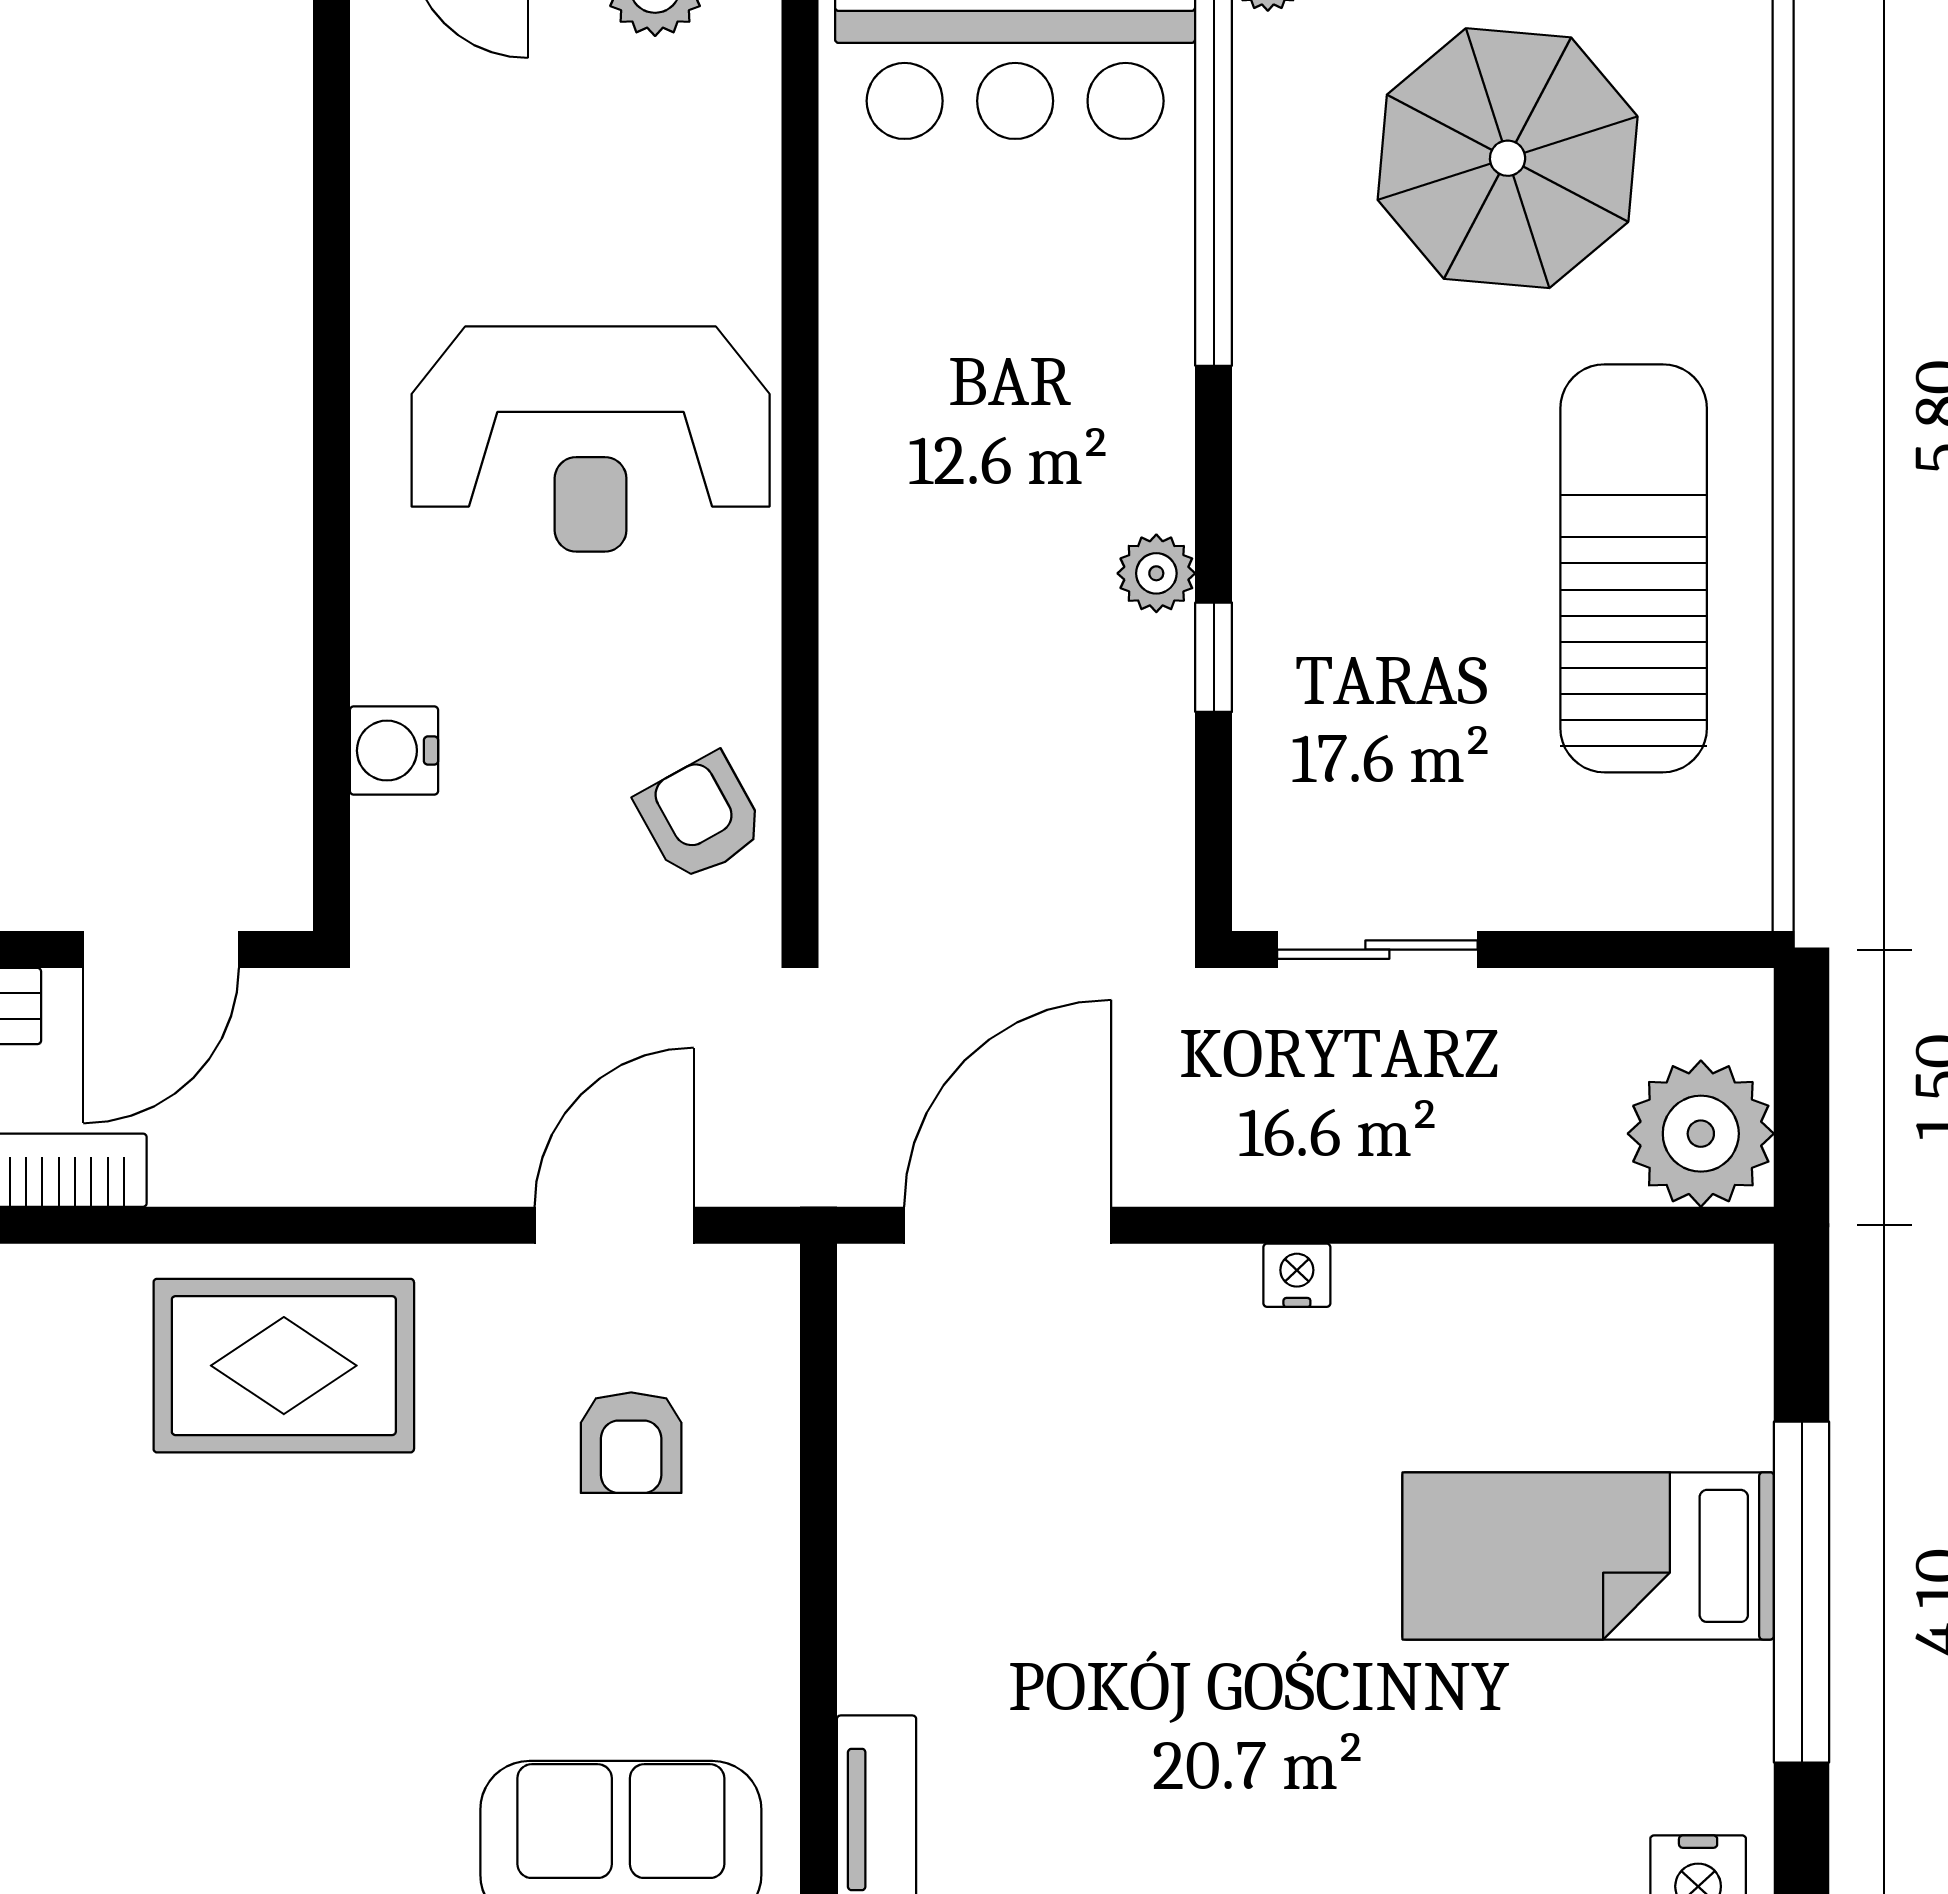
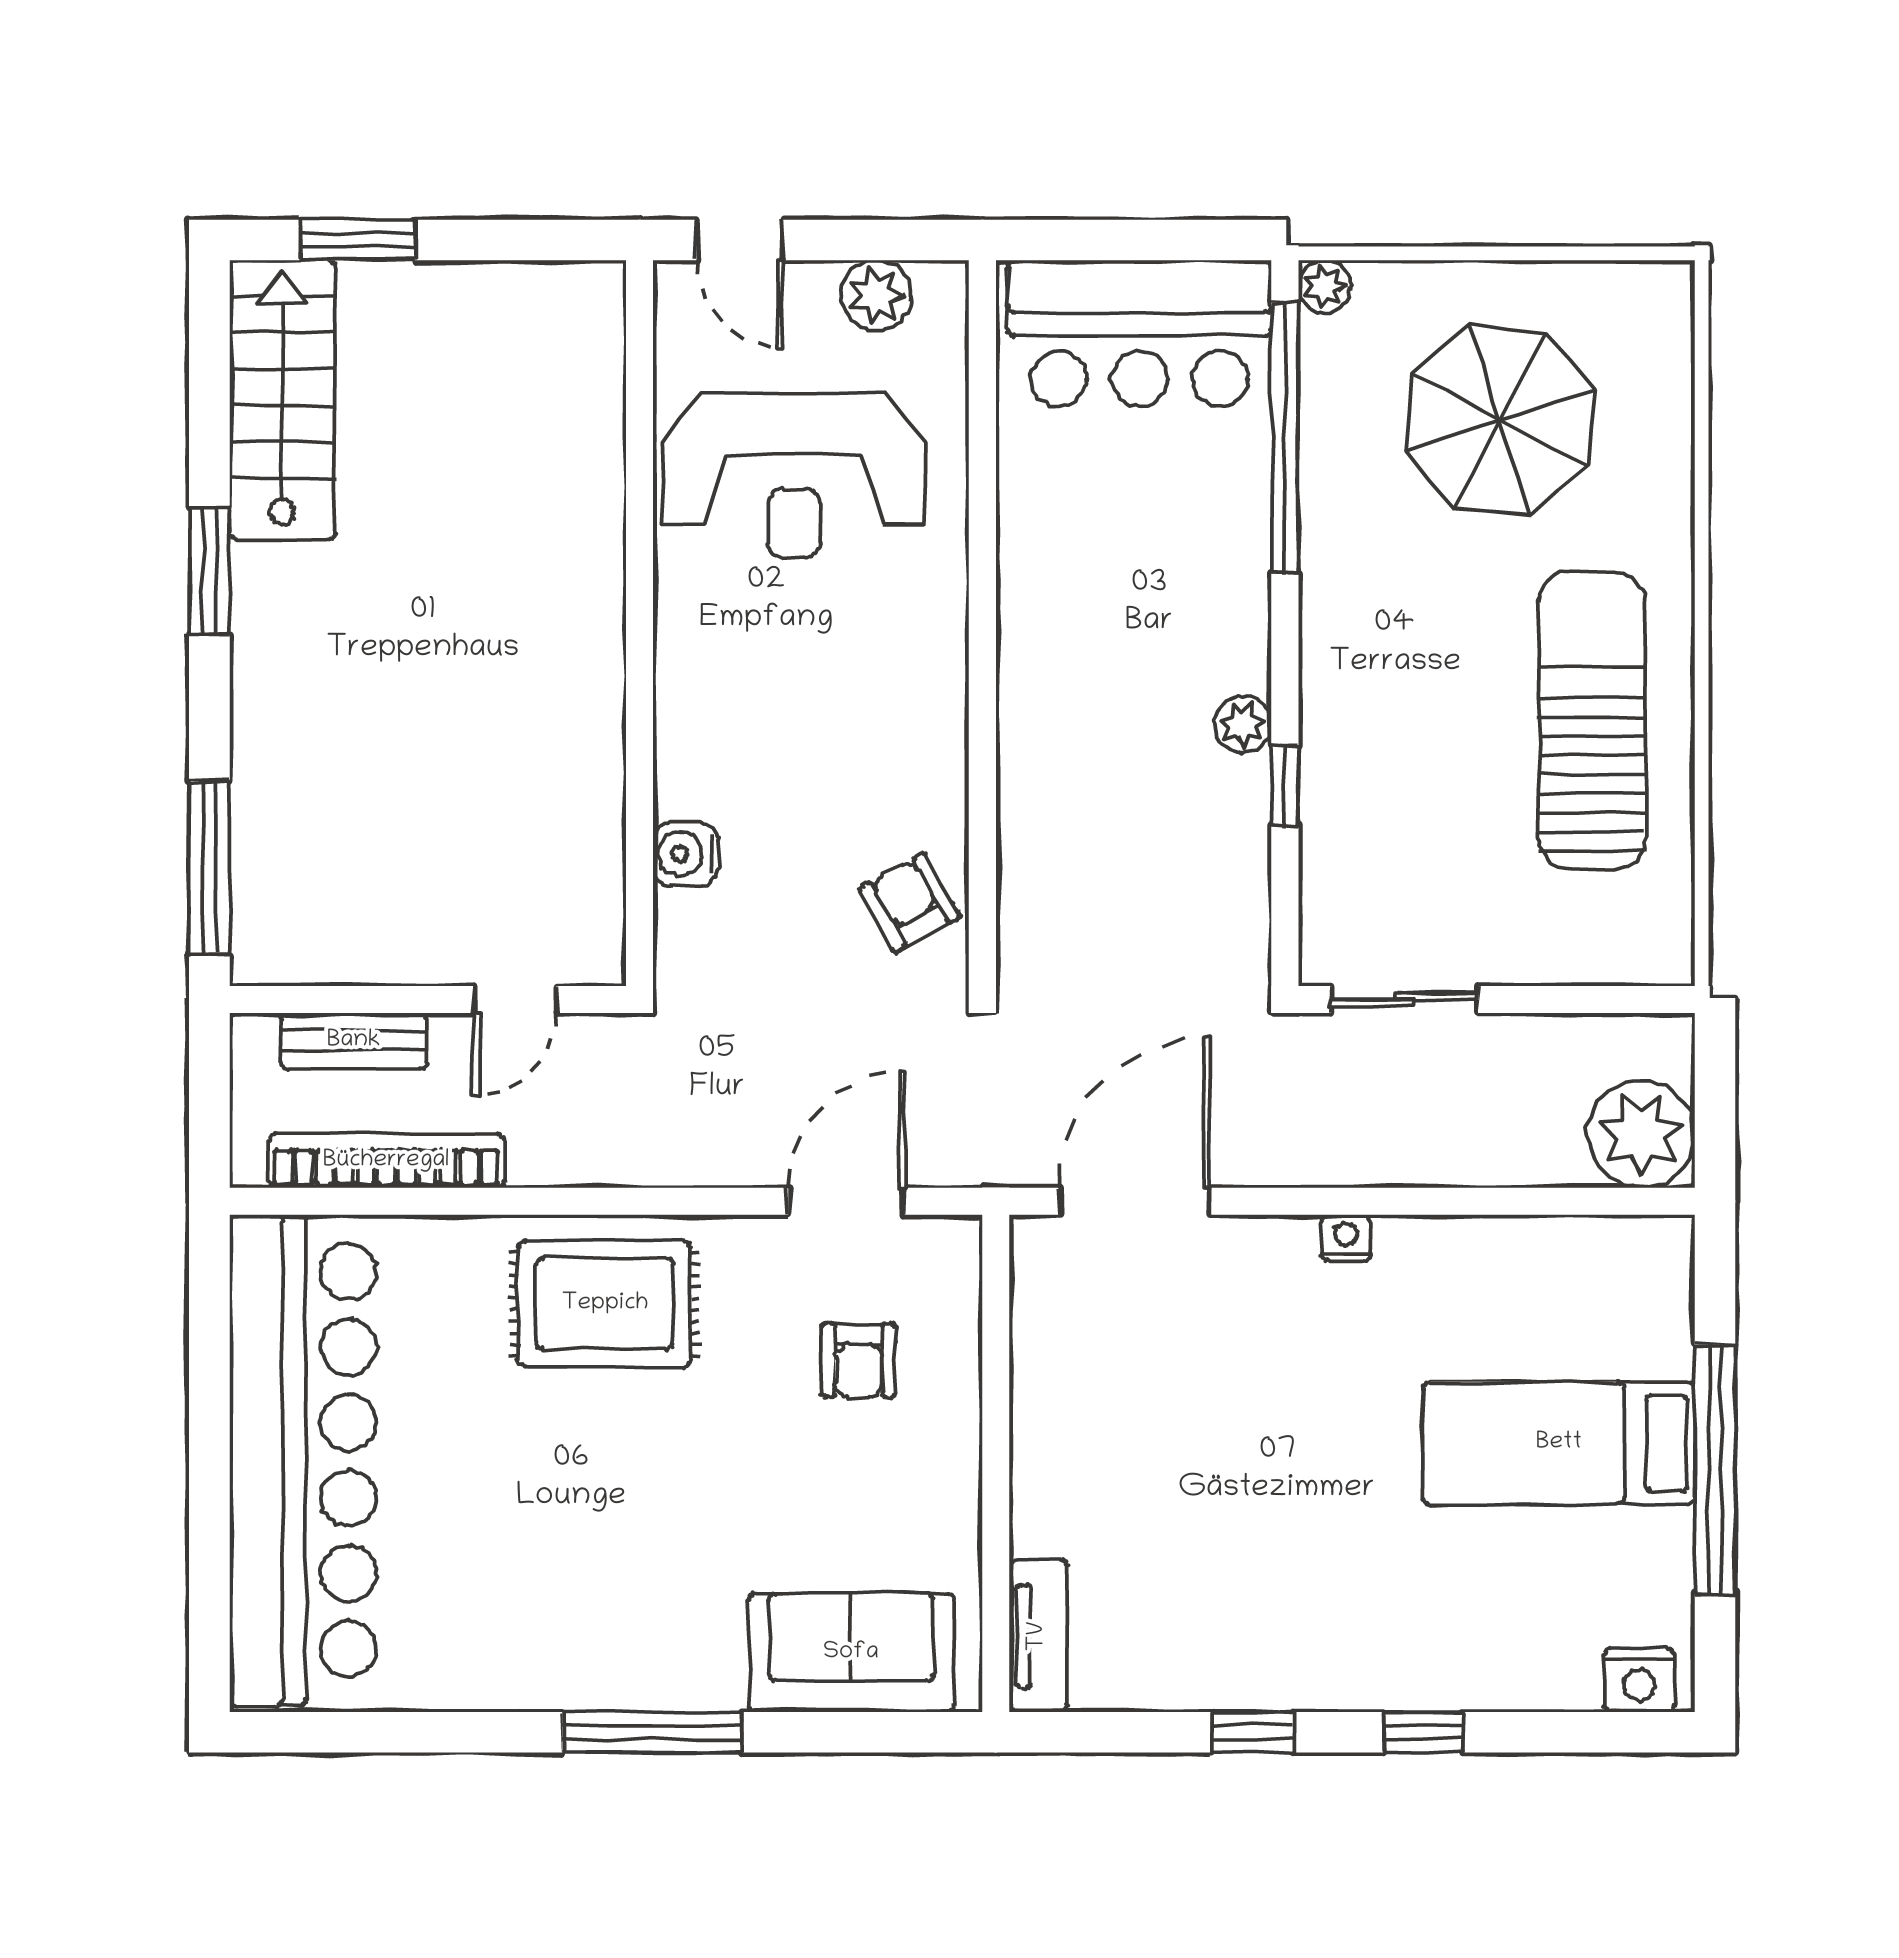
reception desk: (591, 439) -> (794, 475), moved
door: (161, 950) -> (515, 1000), width x0.73

